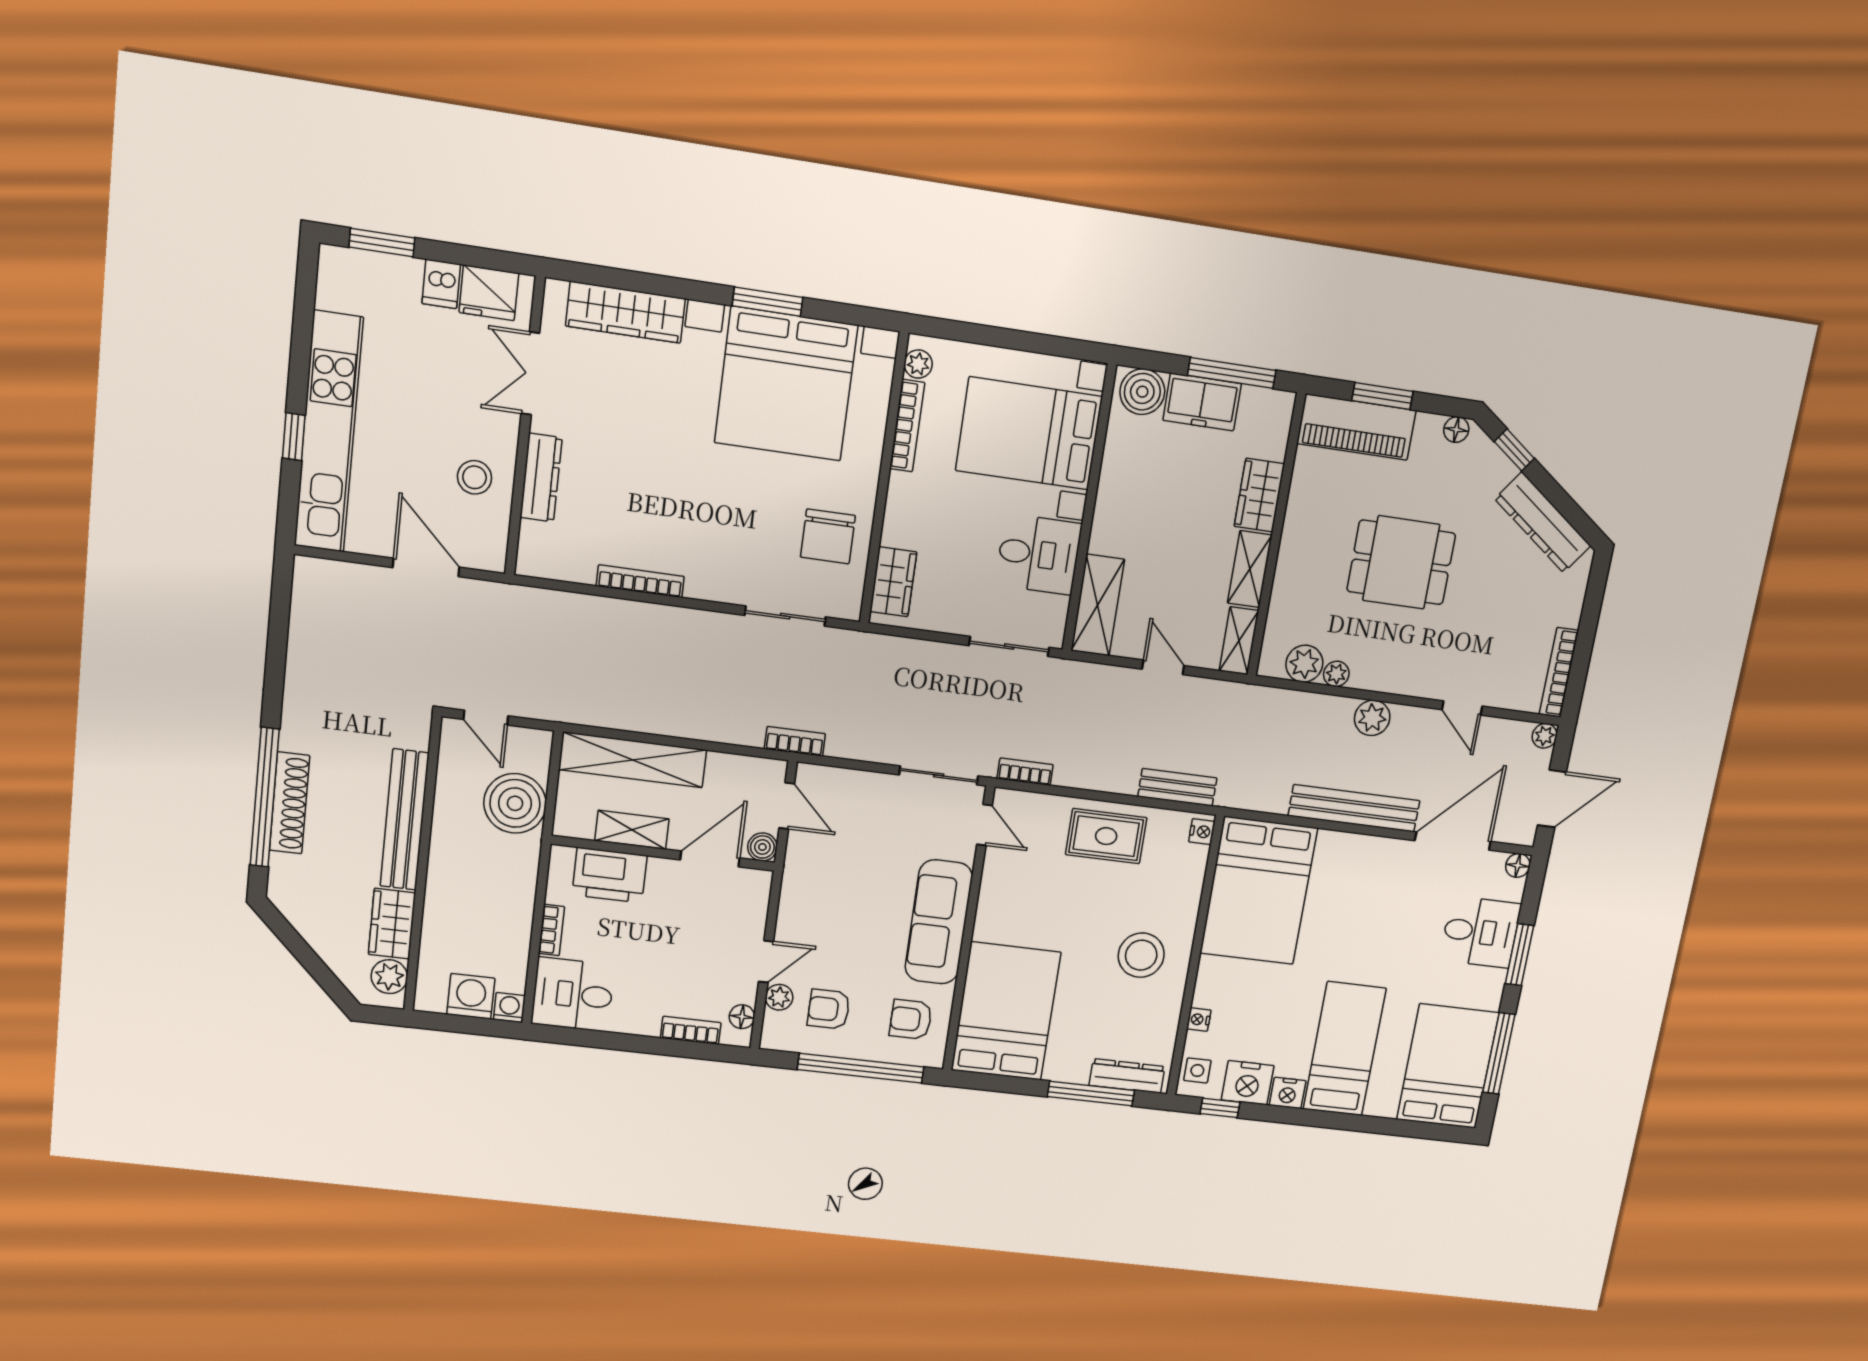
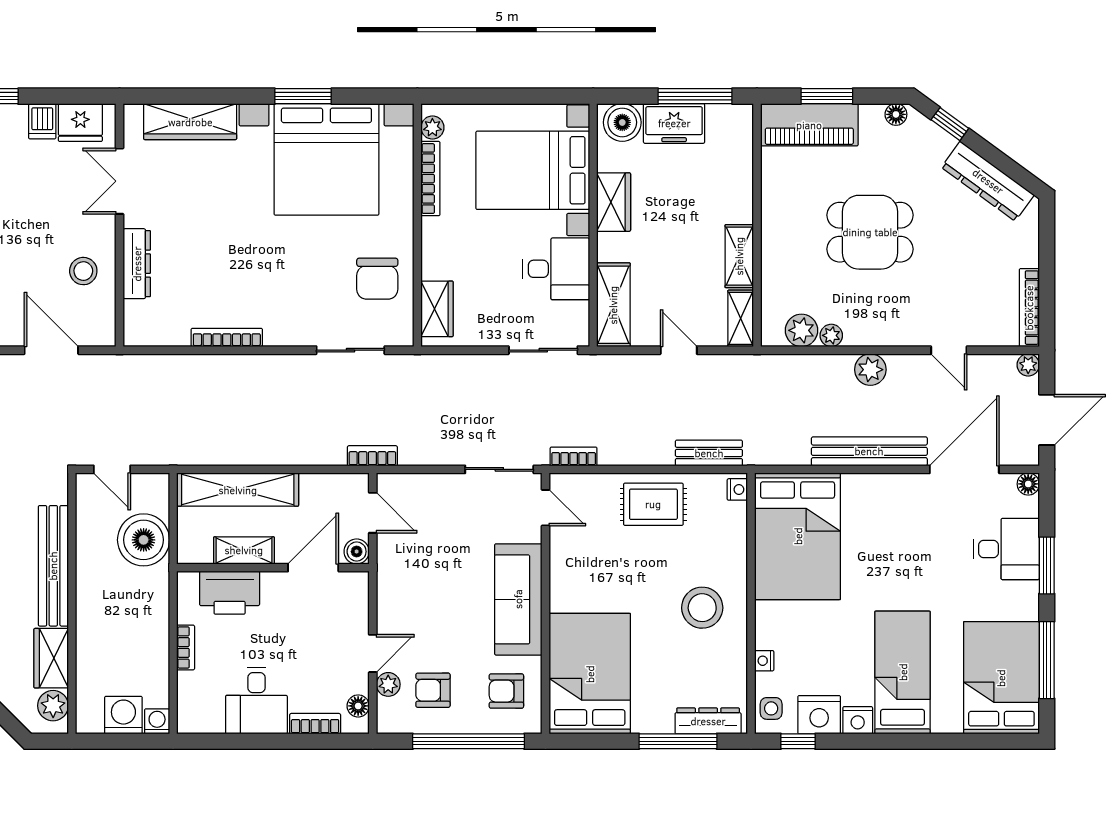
wardrobe: (1259, 495) -> (614, 202), moved, turned 180
desk: (573, 994) -> (256, 701), moved, turned -90

